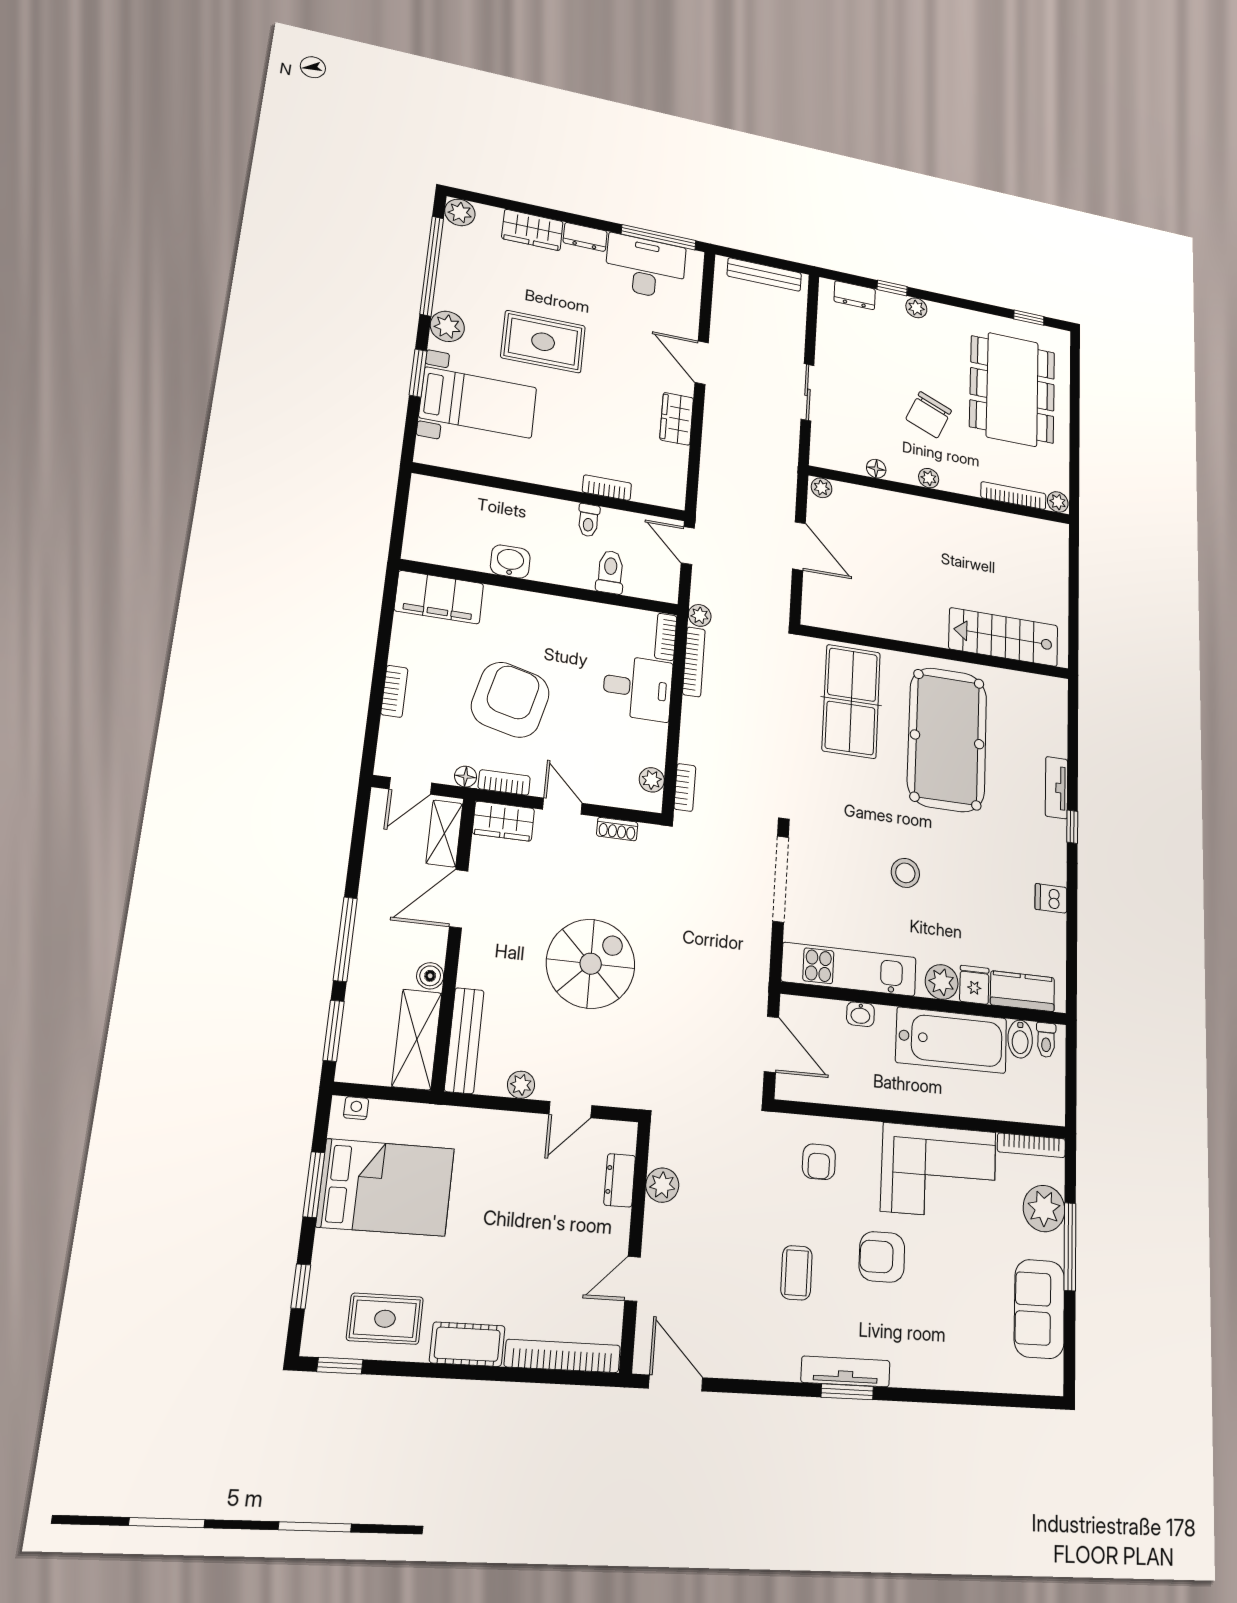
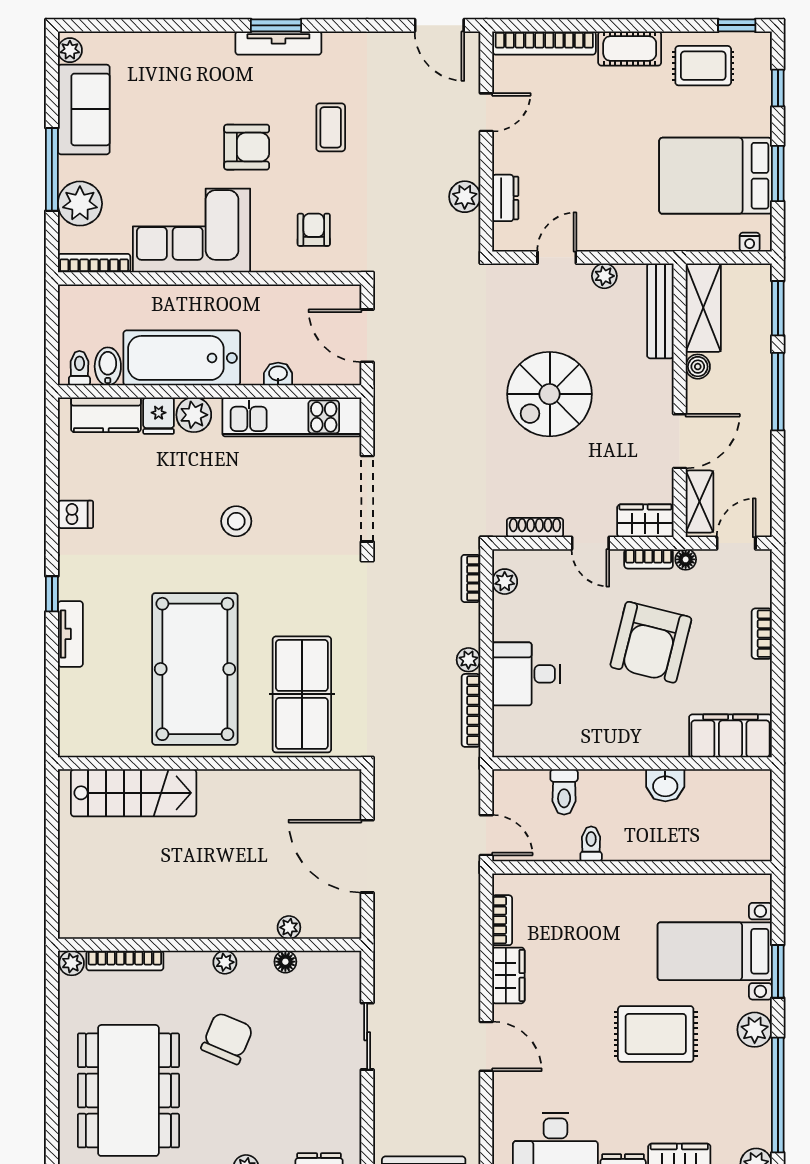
bookcase: (607, 488) -> (502, 920), moved, turned -90
plant: (822, 488) -> (289, 927), moved
door: (799, 546) -> (367, 856), width x1.36
plant: (700, 615) -> (468, 660), moved
bookcase: (666, 637) -> (502, 732), removed
shoe rack: (617, 829) -> (535, 528), width x1.43
plant: (1052, 1375) -> (70, 50), added

